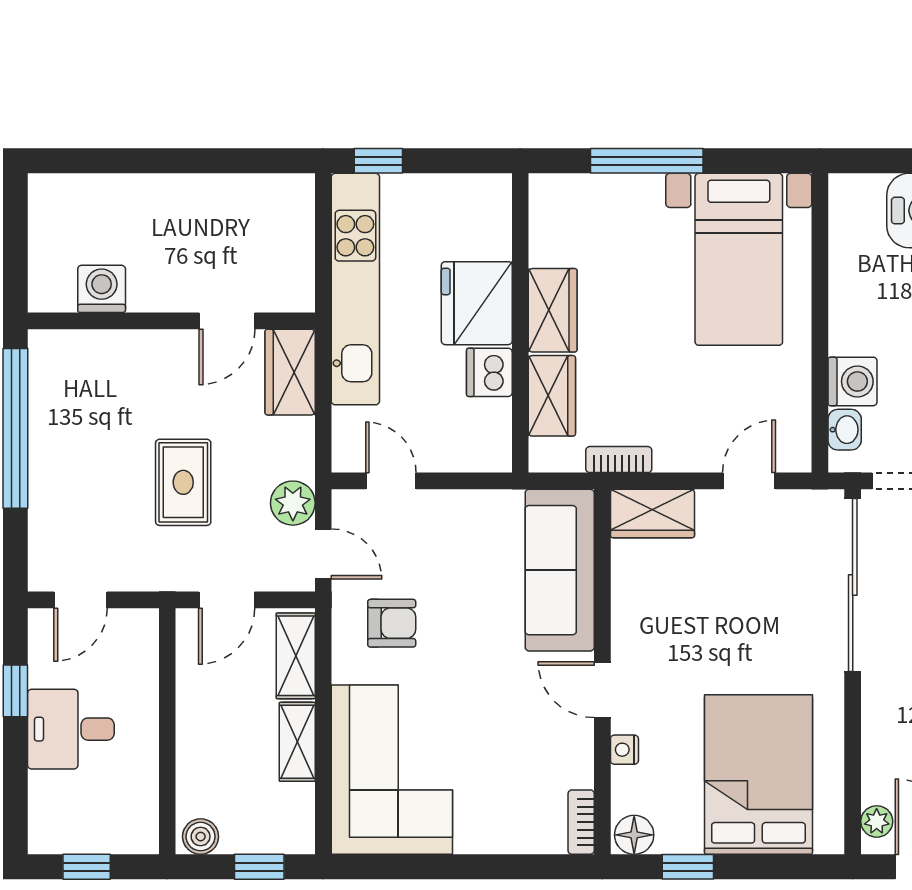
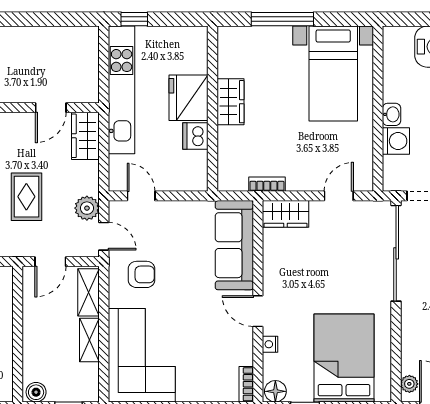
wardrobe: (552, 396) -> (230, 149), removed
washbasin: (845, 430) -> (392, 114), moved

